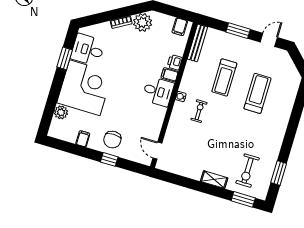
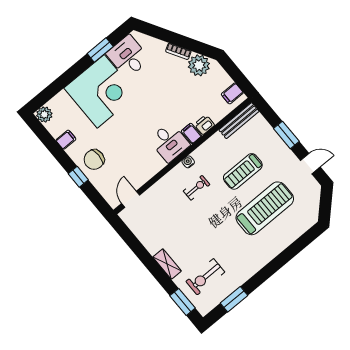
treadmill: (258, 93) -> (265, 208), width x1.37, depth x1.37
plant: (61, 112) -> (44, 114), moved

